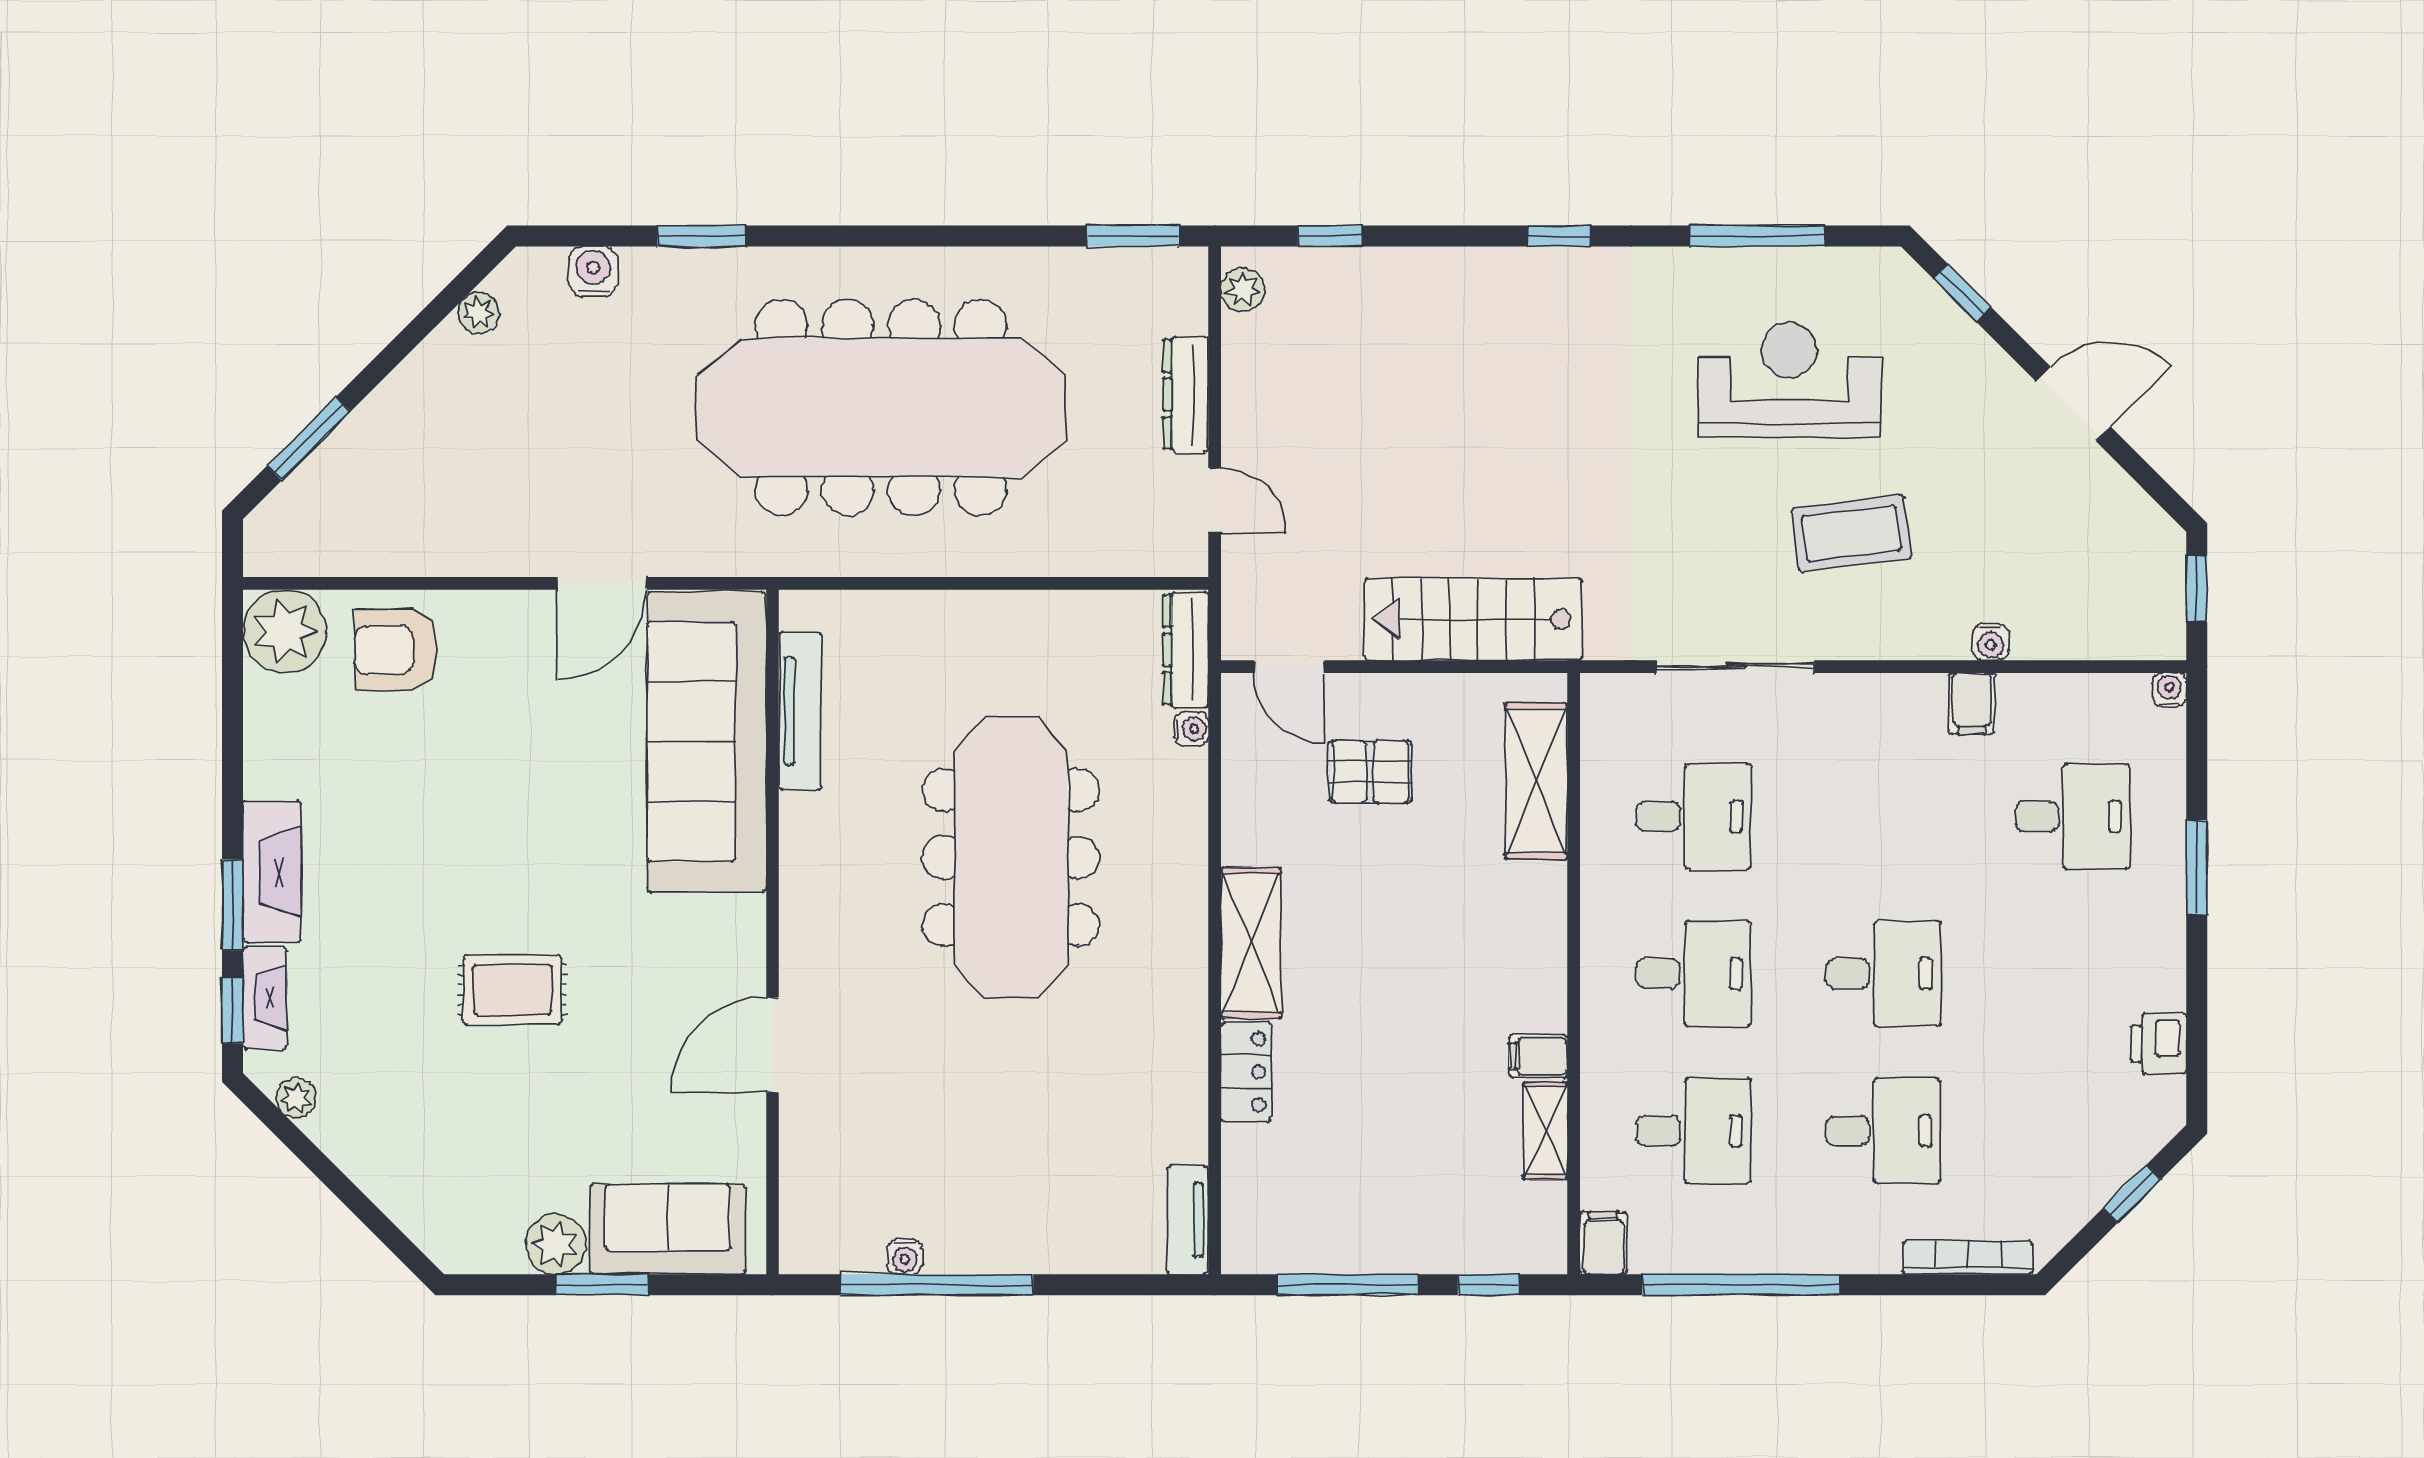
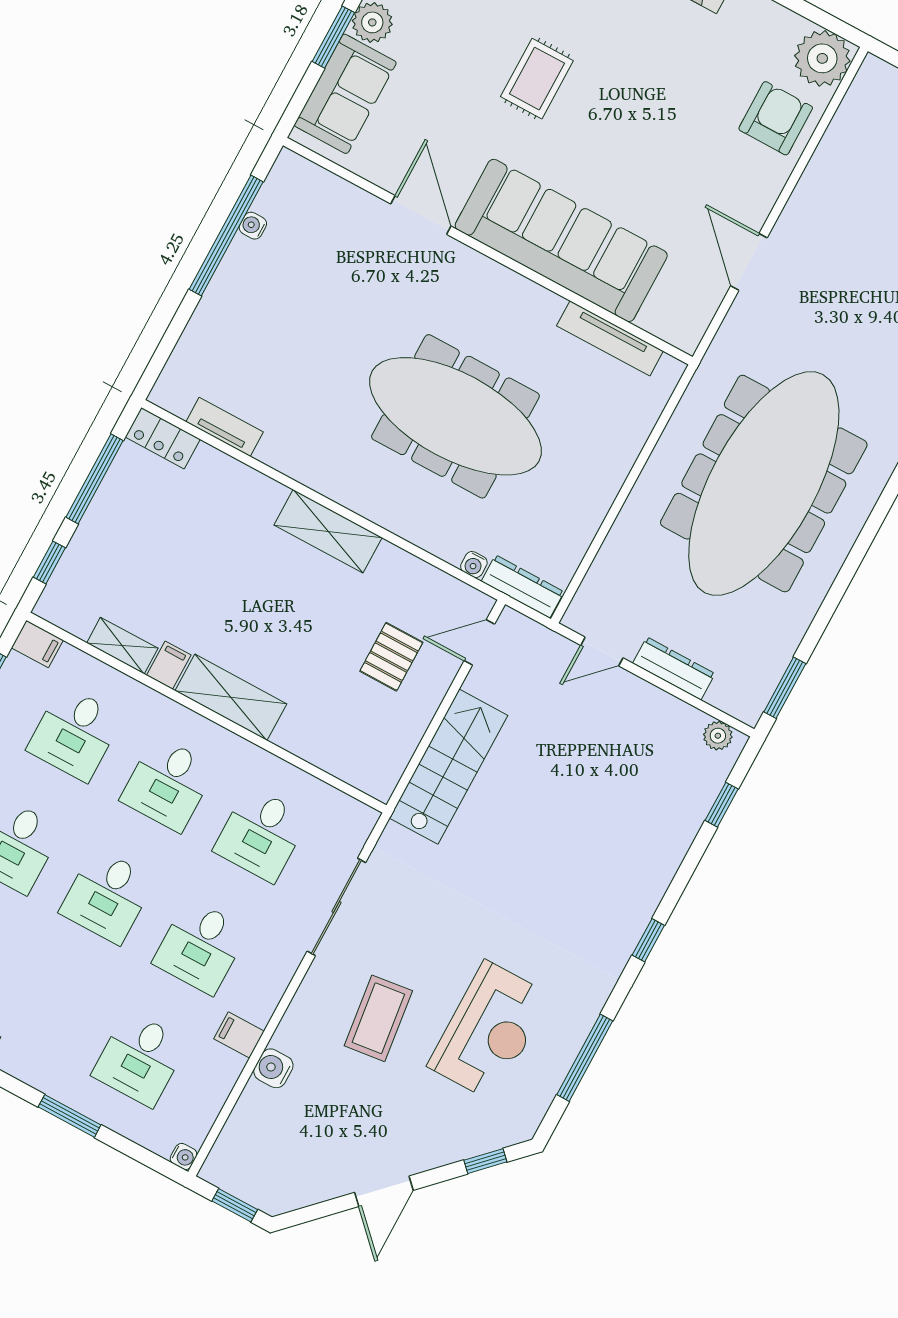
water cooler: (1991, 642) -> (273, 1068), width x1.38, depth x1.38
sofa: (707, 742) -> (561, 240), moved
shelving: (1536, 781) -> (231, 697), moved
desk: (1883, 816) -> (200, 946), added
locker: (1246, 1072) -> (163, 438), moved
tv unit: (1188, 1220) -> (225, 427), moved

